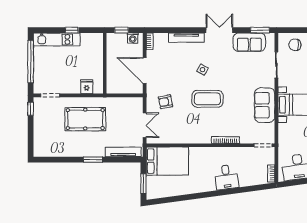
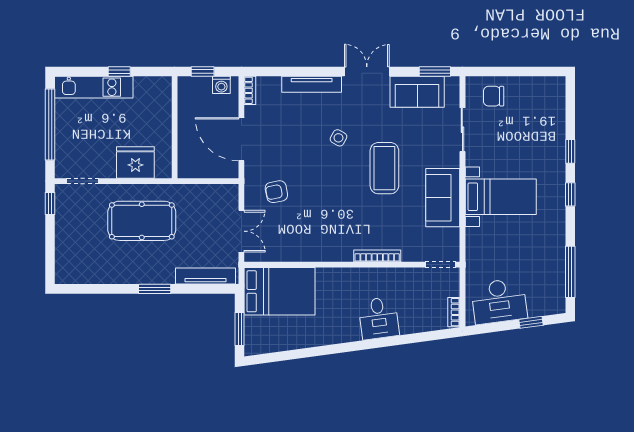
fridge: (87, 87) -> (135, 162), width x1.88, depth x1.34
coffee table: (207, 99) -> (384, 168), moved, turned 90

